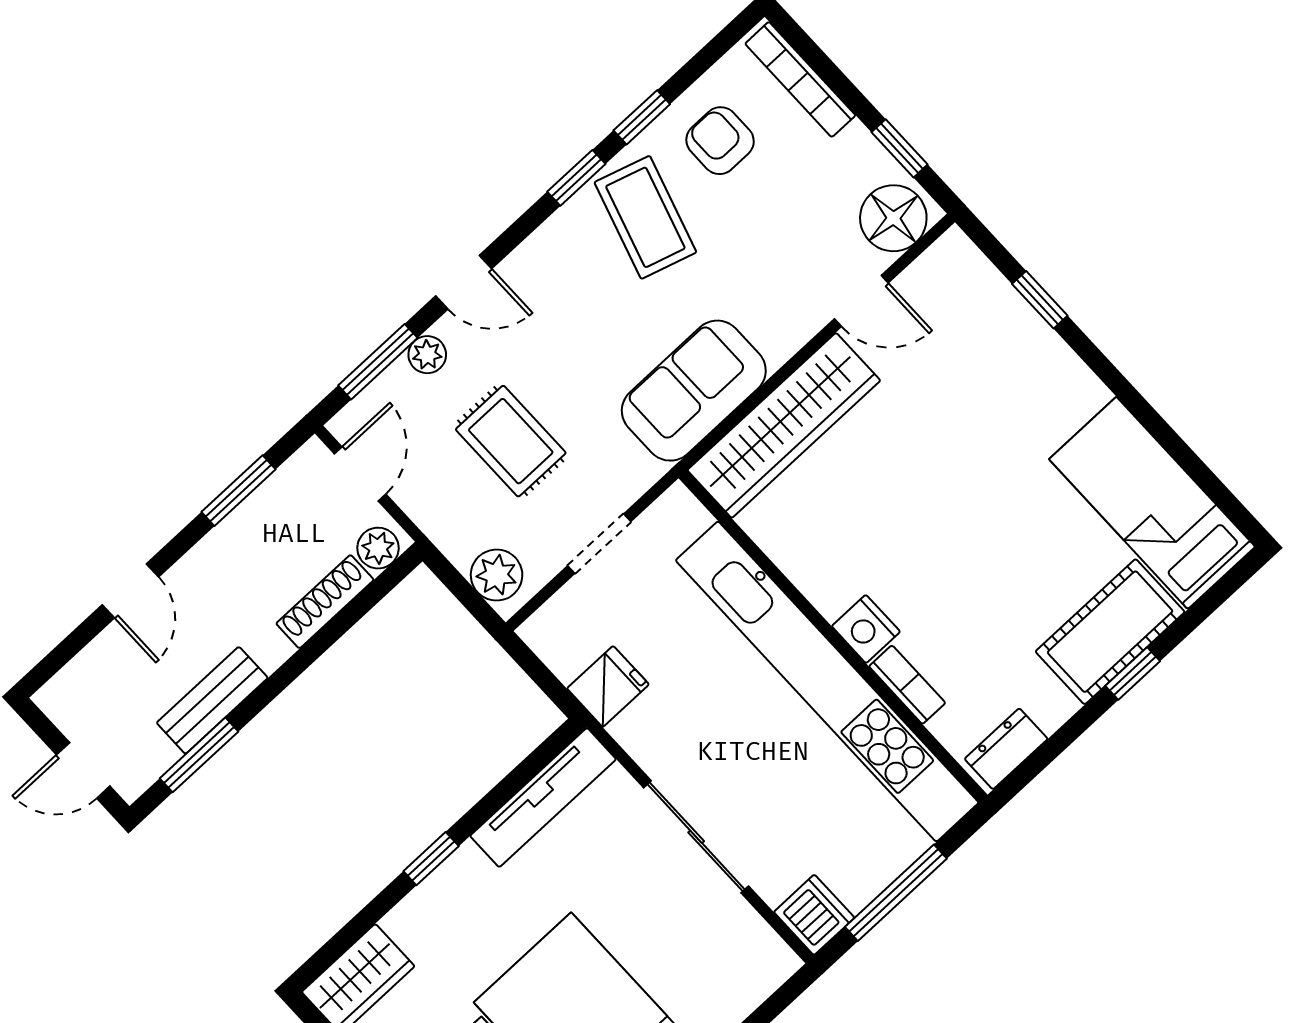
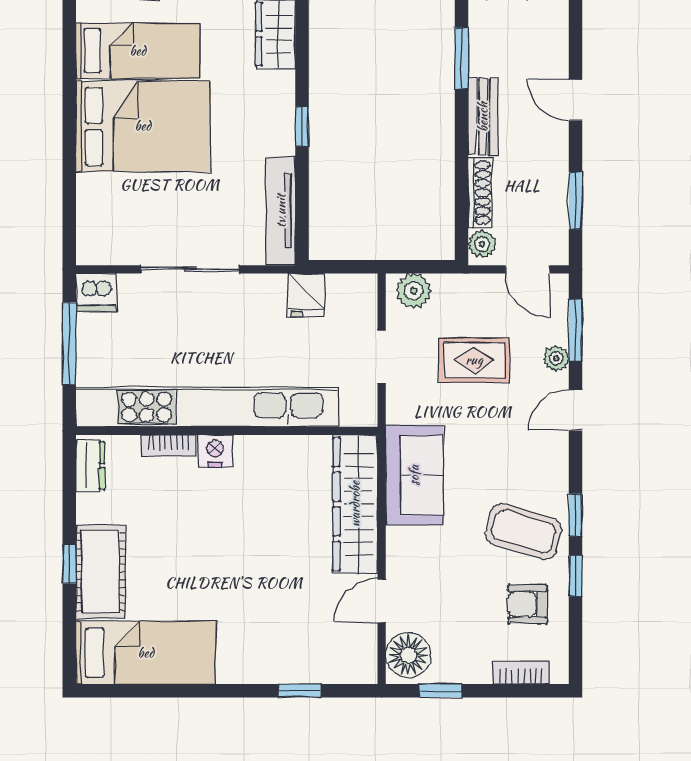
bookcase: (800, 79) -> (521, 673), width x0.64
armchair: (720, 141) -> (528, 604), turned 180
bench: (212, 700) -> (483, 117), moved

